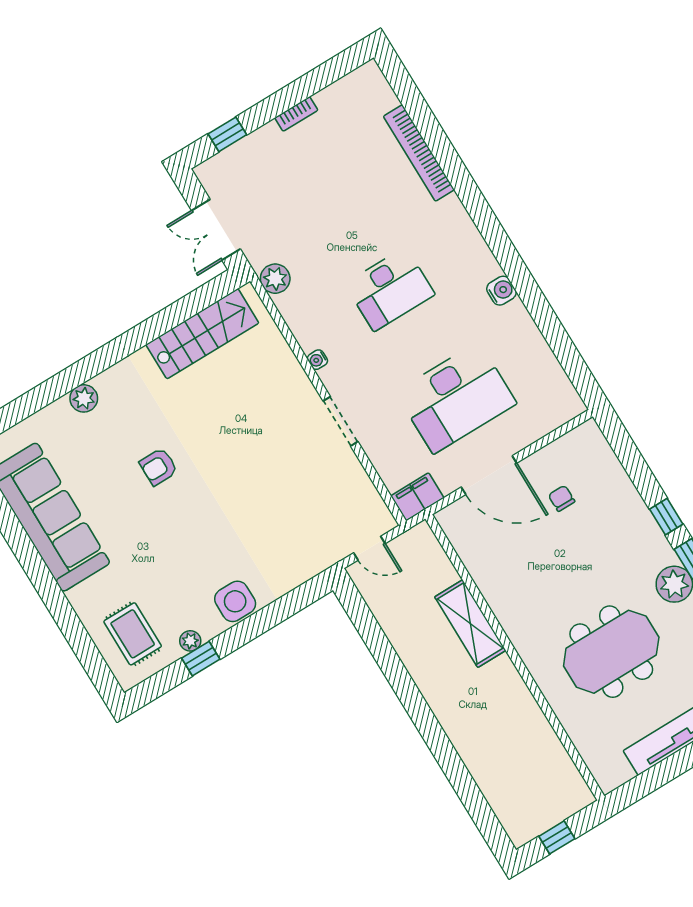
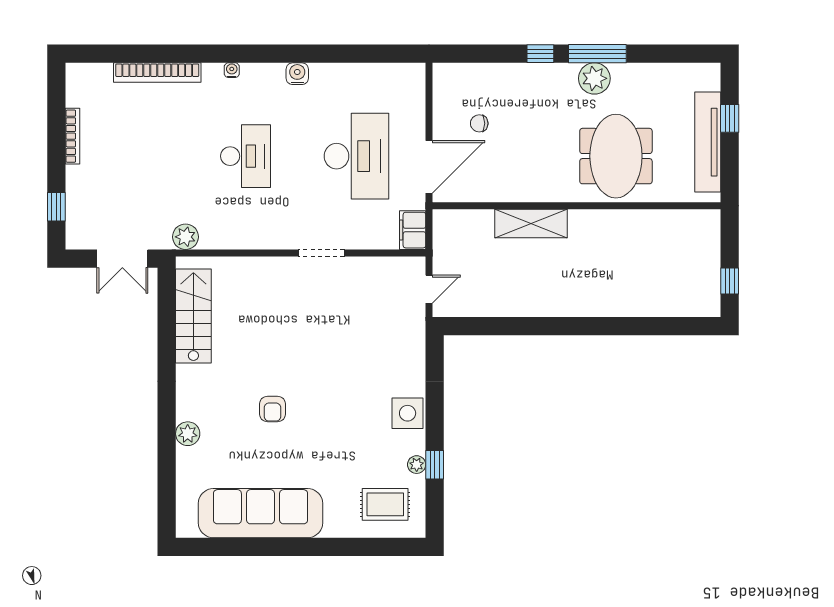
bookcase: (296, 114) -> (73, 136), width x1.56
water cooler: (317, 360) -> (232, 70), moved, turned 180
shelving: (470, 624) -> (531, 223), moved
wall: (515, 657) -> (576, 206), moved

